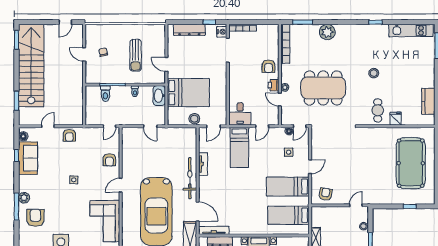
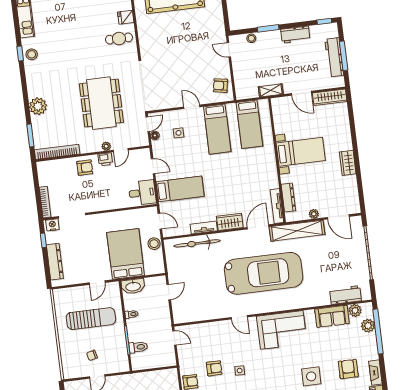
sun lounger: (136, 55) -> (91, 319), width x1.36, depth x1.34
stool: (374, 73) -> (32, 54), moved
door: (300, 126) -> (148, 124), hinge flipped
armchair: (109, 160) -> (214, 368), moved
bicycle: (190, 178) -> (197, 243), moved
wardrobe: (205, 187) -> (230, 222), added

